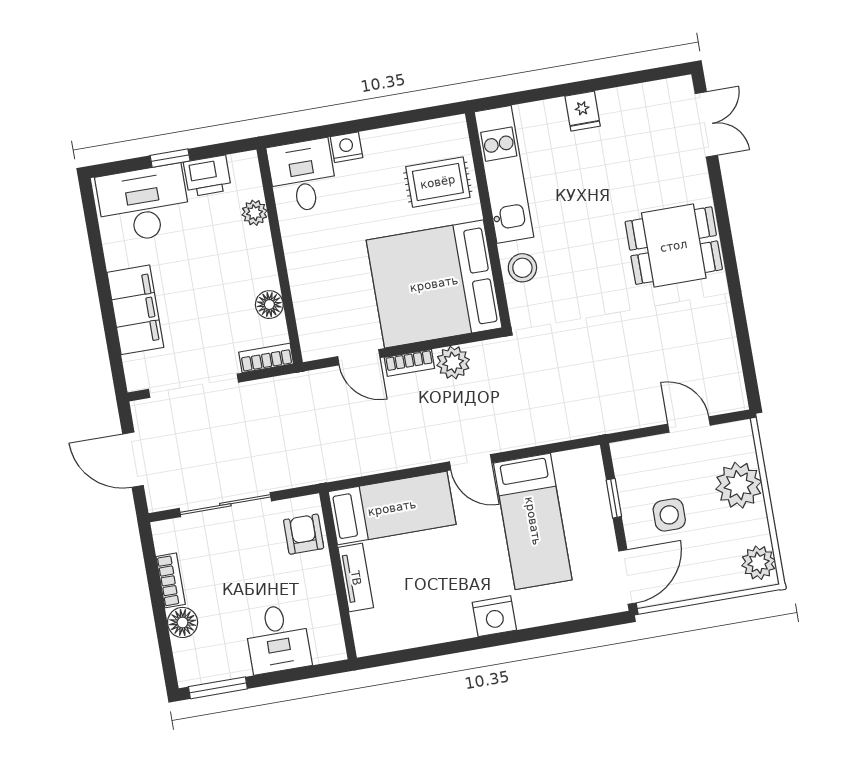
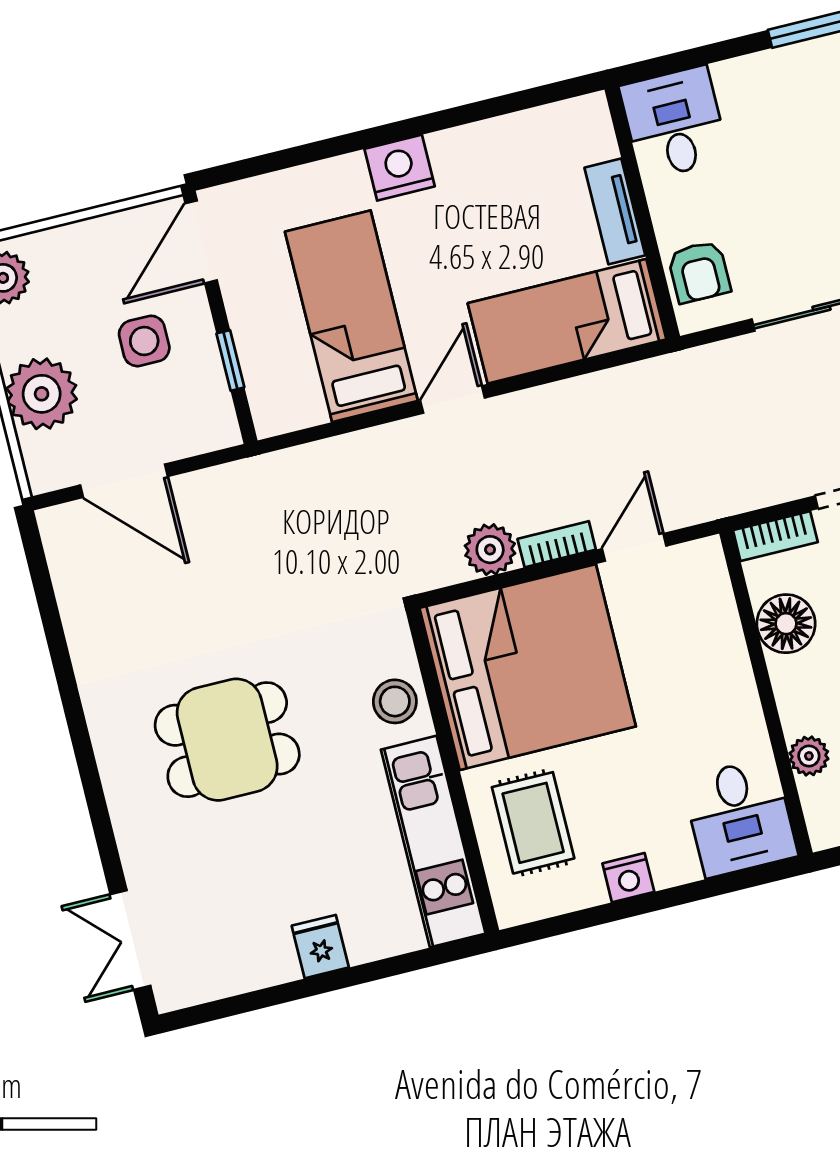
nightstand: (347, 147) -> (628, 878), moved
rug: (438, 182) -> (533, 823), turned 90
dining table: (674, 246) -> (227, 740), moved
floor lamp: (269, 305) -> (786, 624), width x1.38, depth x1.38
door: (359, 357) -> (634, 547), hinge flipped
door: (689, 425) -> (124, 481), width x1.38
door: (471, 462) -> (453, 399), hinge flipped
desk: (278, 639) -> (674, 123), moved

